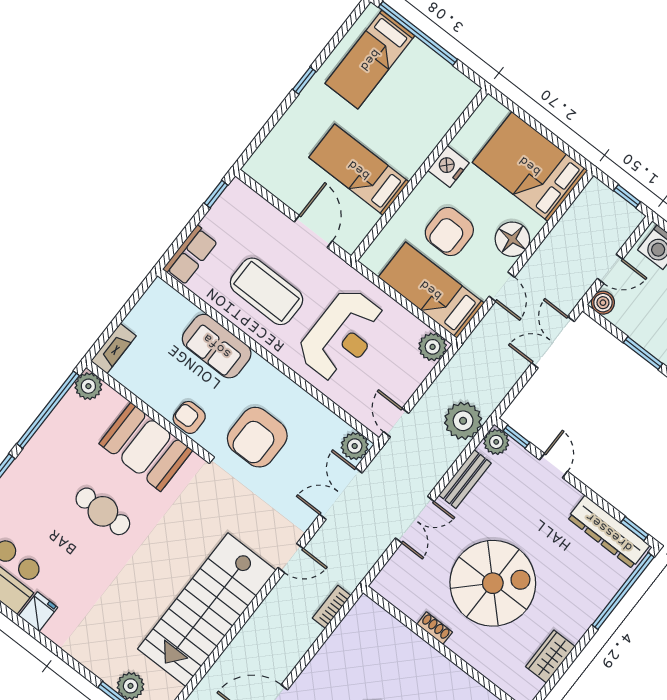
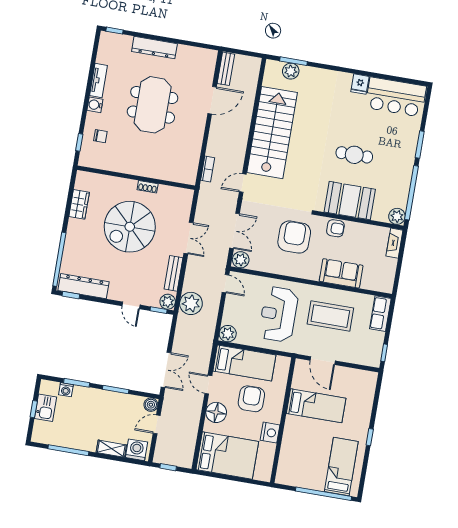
double door: (415, 520) -> (188, 238), swing flipped

